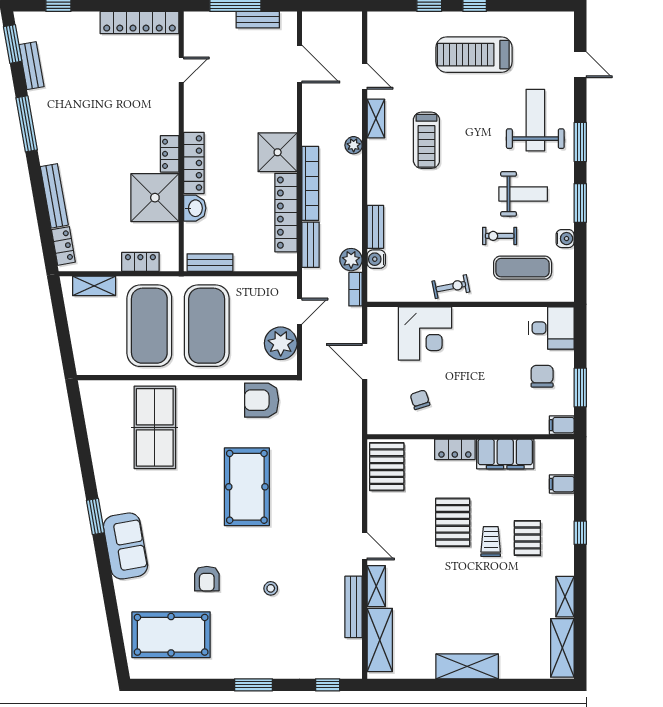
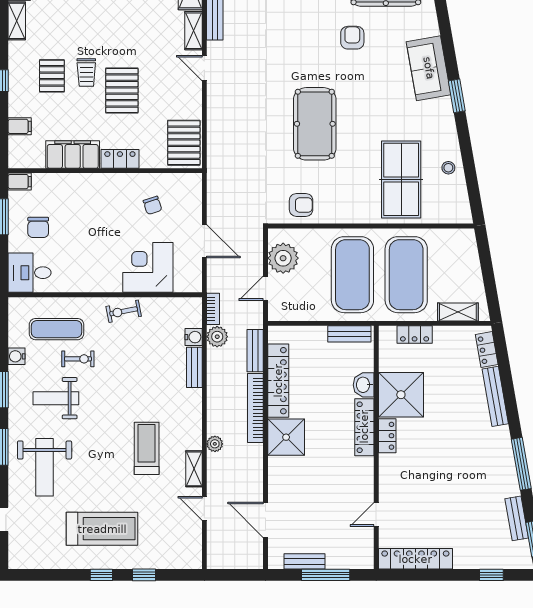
armchair: (262, 400) -> (301, 205), width x0.72, depth x0.72
stool: (271, 588) -> (448, 168), moved

